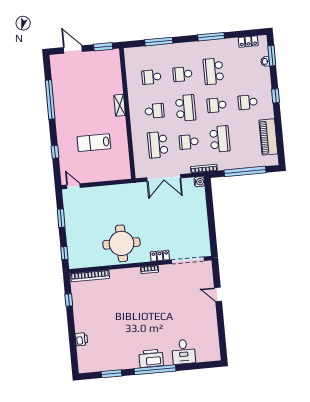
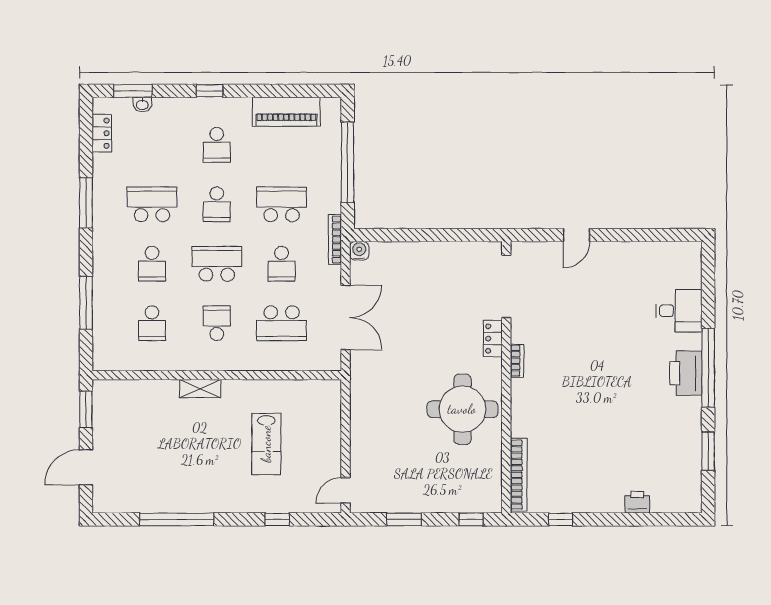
school desk: (213, 71) -> (152, 204), turned 180

